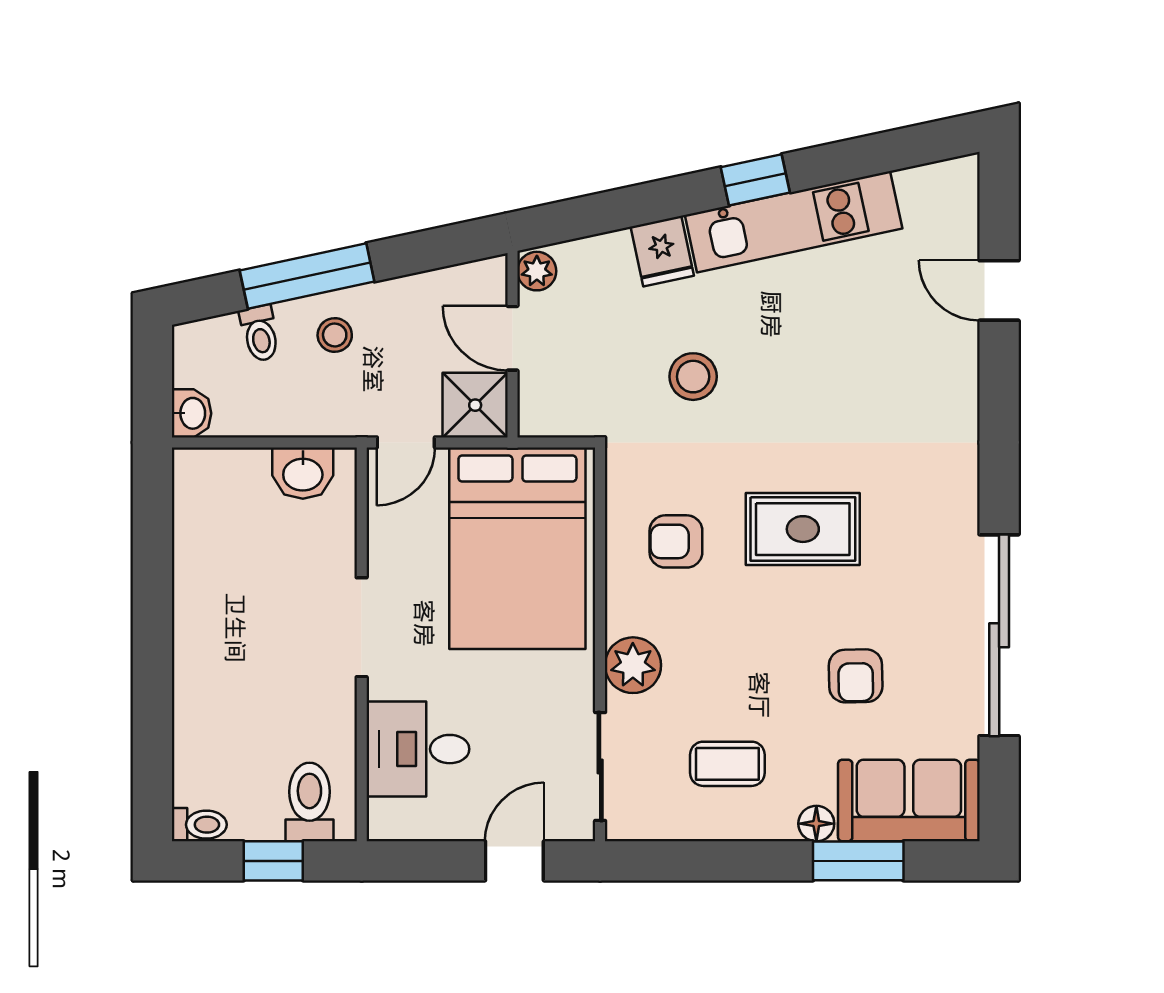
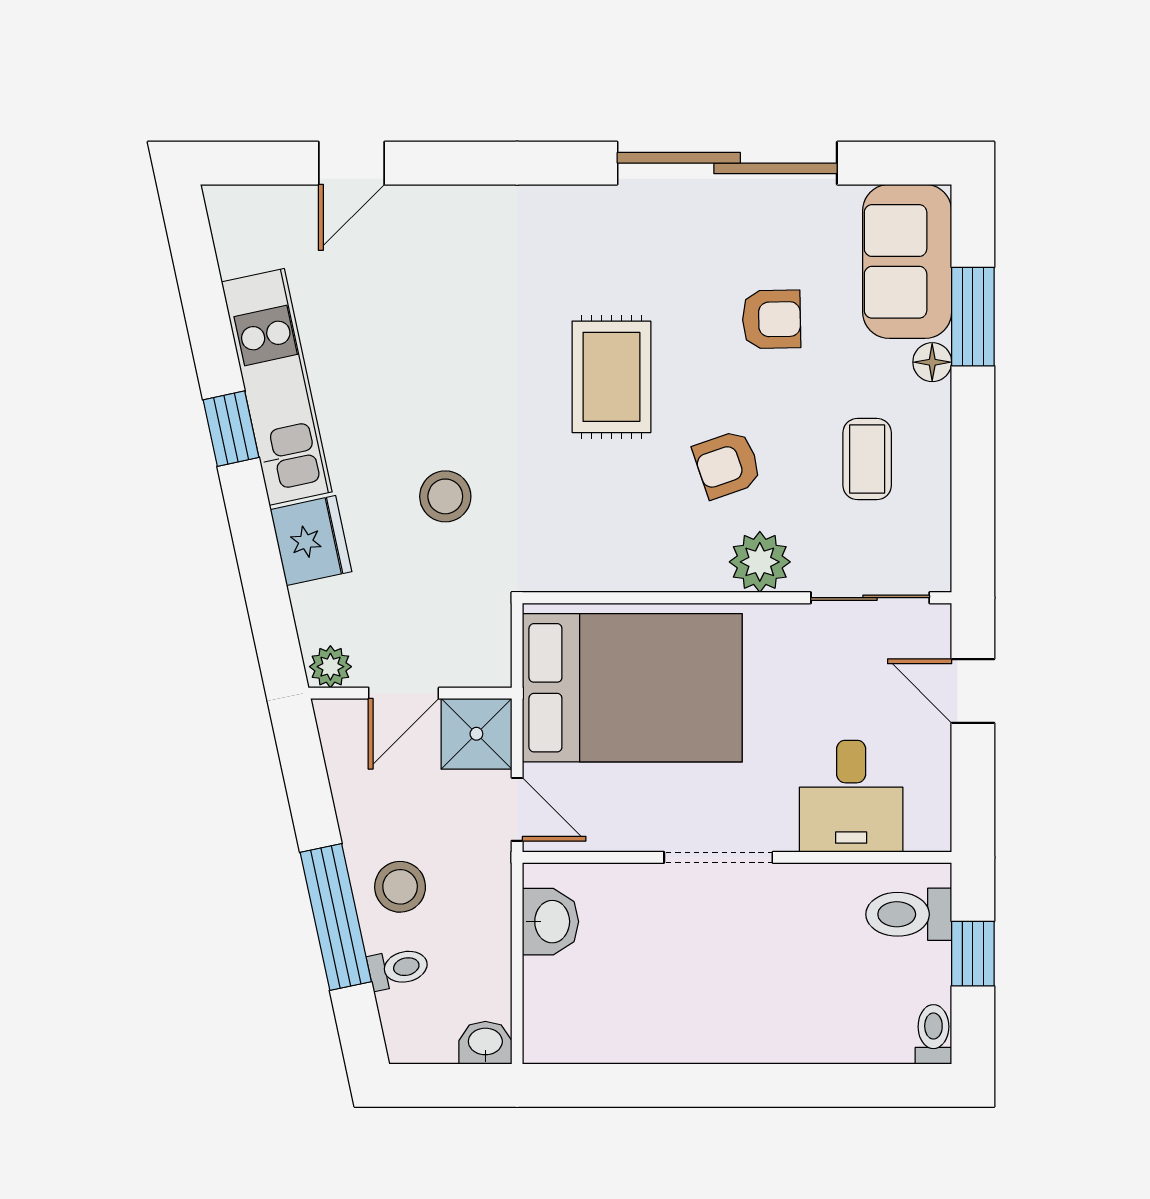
fridge: (662, 251) -> (311, 541), width x1.38
stool: (335, 335) -> (400, 887), width x1.37, depth x1.37
armchair: (676, 541) -> (727, 464), moved, turned 71

